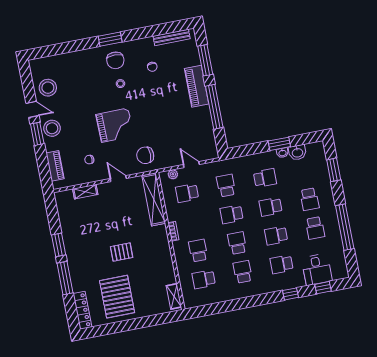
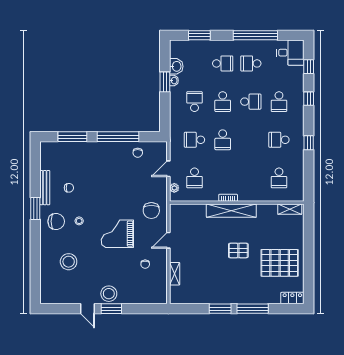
bench: (172, 37) -> (45, 188), moved
window: (110, 39) -> (35, 208), moved
piano: (197, 86) -> (95, 150), removed
stool: (48, 88) -> (69, 262), moved
door: (33, 109) -> (87, 309), swing flipped
grand piano: (115, 125) -> (117, 234), turned -89
chair: (202, 130) -> (138, 153), added
piano: (55, 166) -> (145, 298), removed
shelving: (154, 199) -> (231, 211), moved
school desk: (315, 228) -> (251, 63), turned 180
school desk: (276, 236) -> (251, 102), turned -90
school desk: (237, 243) -> (251, 140), removed
school desk: (198, 251) -> (251, 178), removed
pallet: (122, 252) -> (238, 250), turned 90
desk: (317, 269) -> (290, 53), moved
window: (246, 303) -> (309, 143), added
locker: (82, 310) -> (292, 298), width x0.66

